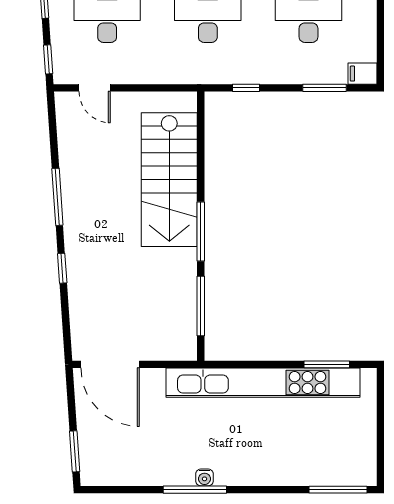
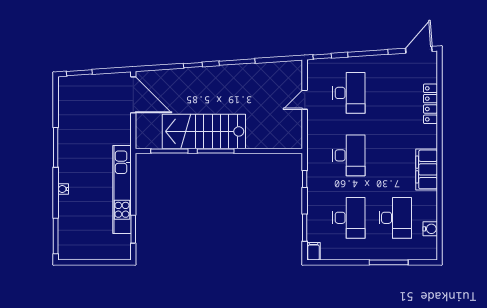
door: (95, 88) -> (305, 100), moved
stairs: (169, 180) -> (204, 131), moved
door: (110, 364) -> (133, 95), swing flipped
kitchen unit: (263, 383) -> (122, 190), width x0.73
water cooler: (205, 477) -> (63, 189), moved

